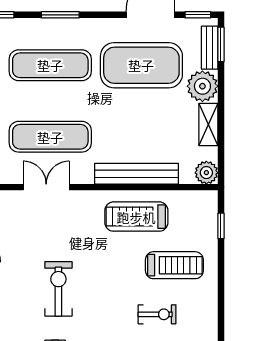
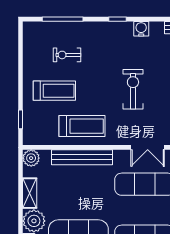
treadmill: (174, 265) -> (54, 91), turned 180
exercise bike: (58, 289) -> (133, 89), moved, turned 180

